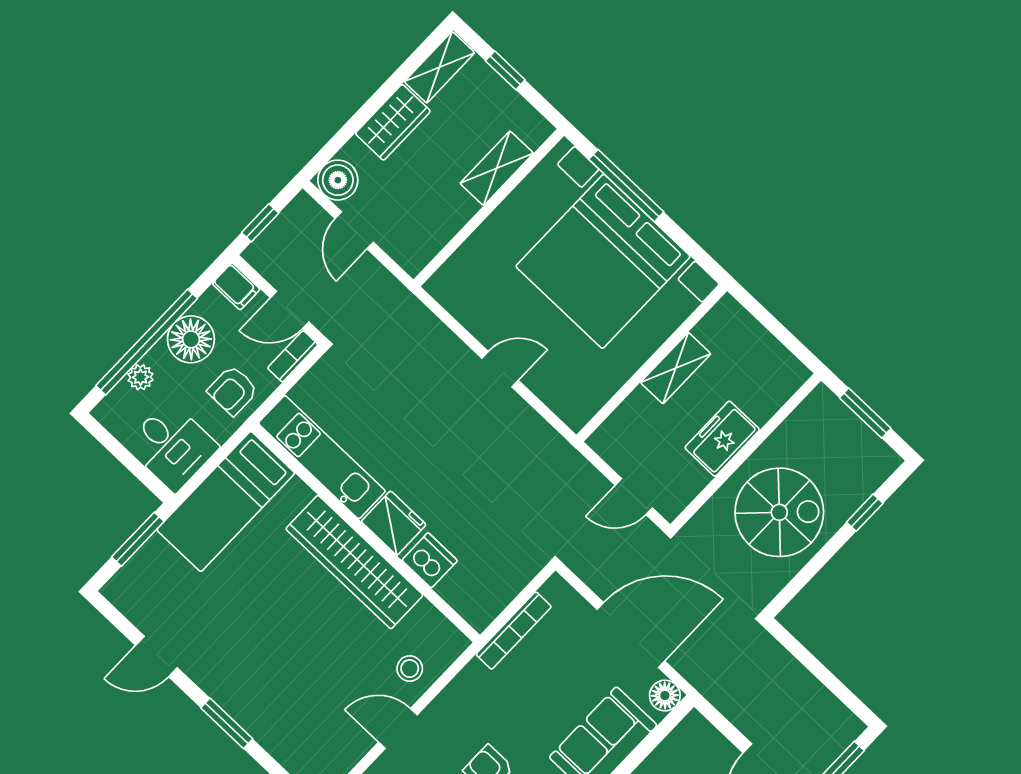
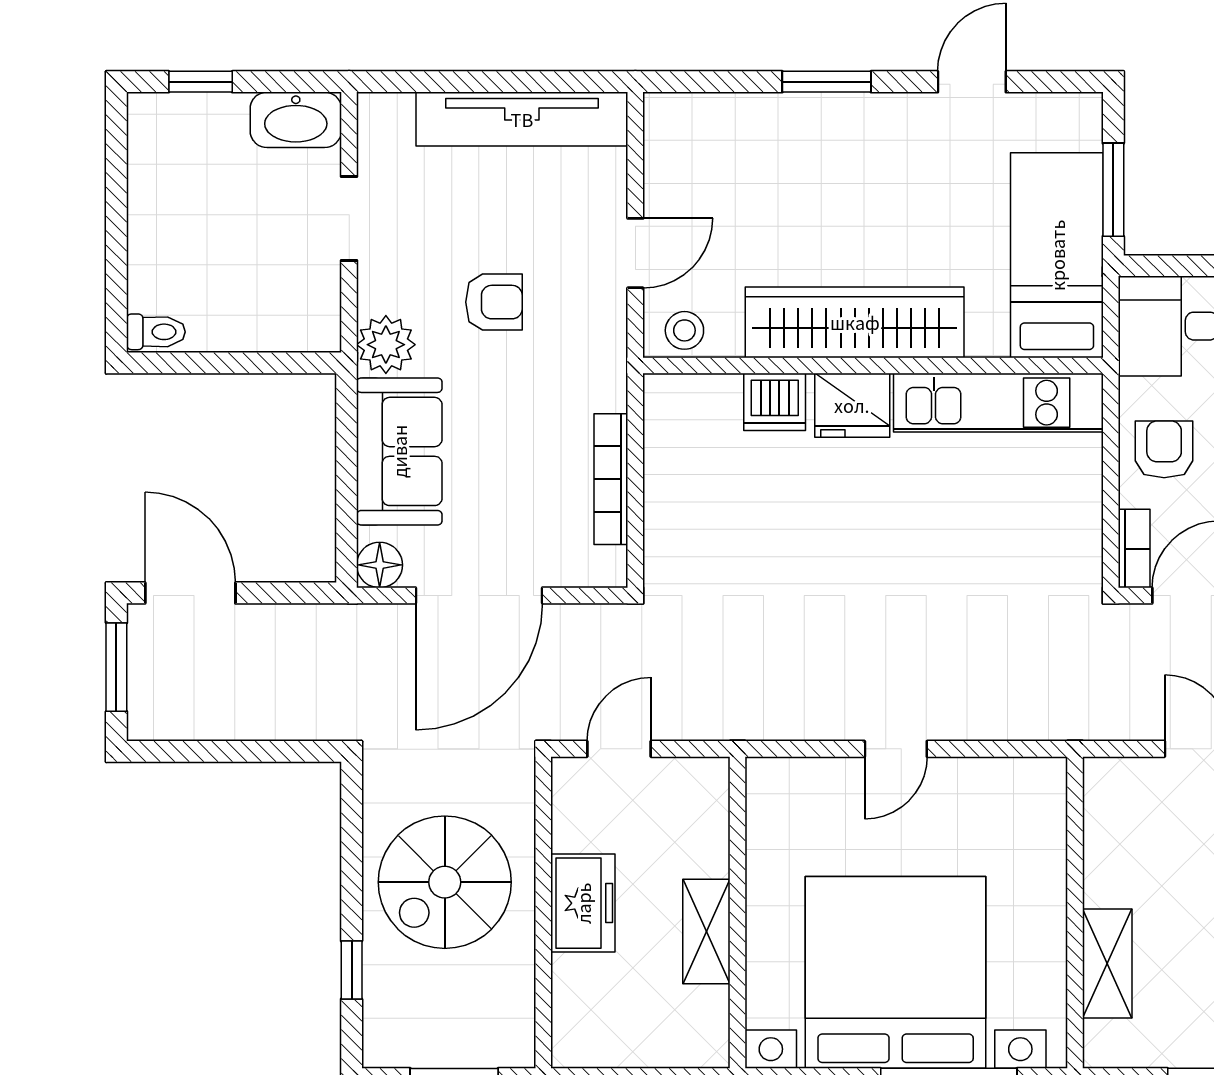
kitchen unit: (322, 457) -> (998, 403), moved
bed: (226, 501) -> (1057, 255), moved
fridge: (394, 523) -> (852, 405), moved
wall: (365, 533) -> (873, 365), moved
dishwasher: (430, 560) -> (775, 402), moved
wardrobe: (354, 562) -> (855, 322), moved

